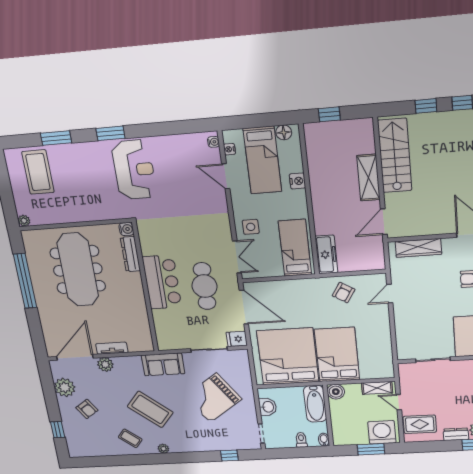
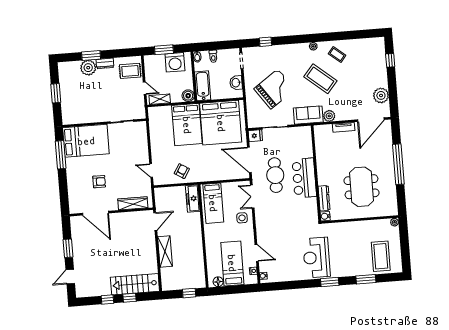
stairs: (395, 156) -> (135, 284), moved, turned 90
nightstand: (298, 181) -> (210, 249), removed
meeting table: (78, 270) -> (361, 187), width x0.73
window: (25, 281) -> (398, 164), moved
door: (390, 294) -> (151, 171), swing flipped
plant: (105, 364) -> (329, 116), moved
armchair: (87, 409) -> (367, 78), removed
washing machine: (382, 432) -> (175, 62), moved

